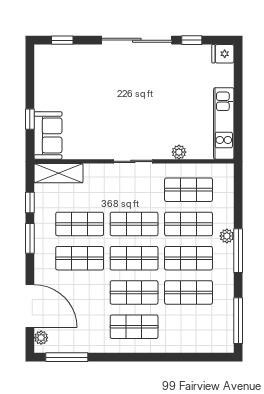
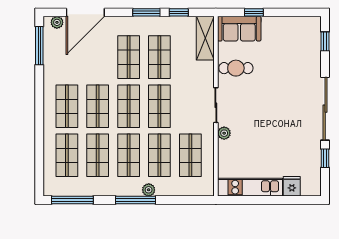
fridge: (223, 54) -> (292, 186), moved
cafe table: (92, 139) -> (236, 68), added
plant: (179, 152) -> (224, 133), moved
shop shelf: (189, 327) -> (67, 155), added

